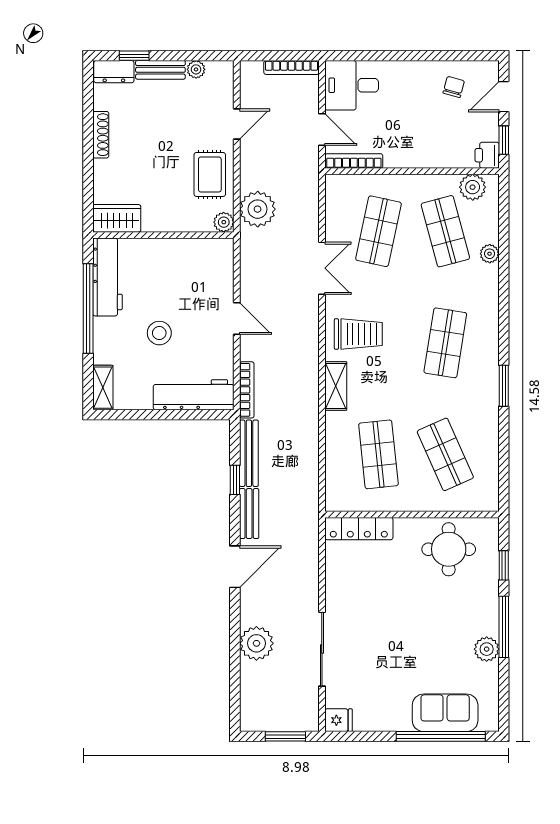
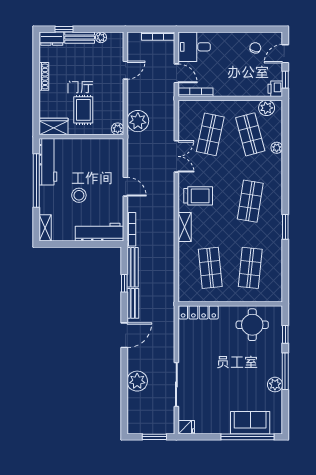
rug: (210, 174) -> (83, 110), moved
shop shelf: (445, 454) -> (250, 268), turned 30

